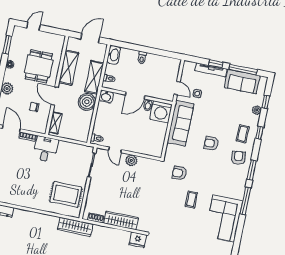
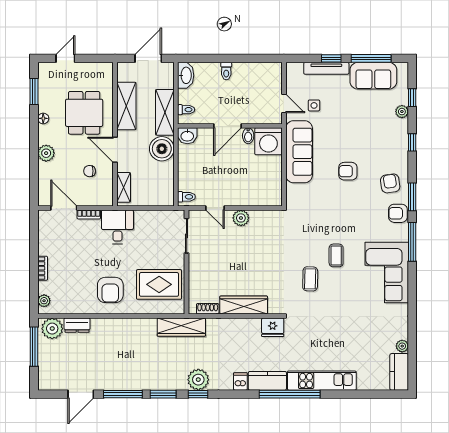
coffee table: (243, 134) -> (310, 279), moved
armchair: (179, 173) -> (398, 213), moved
armchair: (32, 191) -> (110, 290), added

